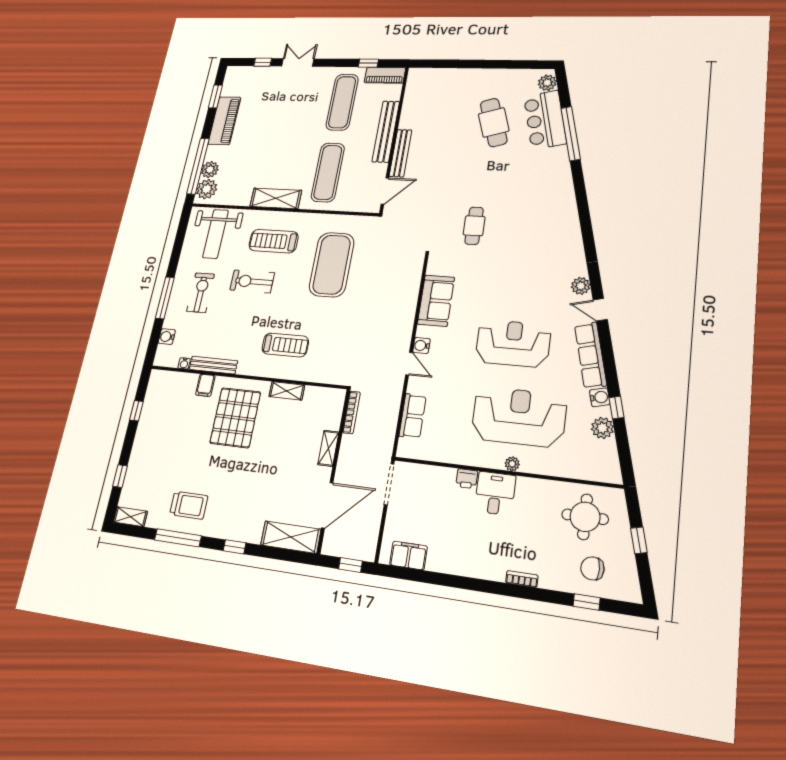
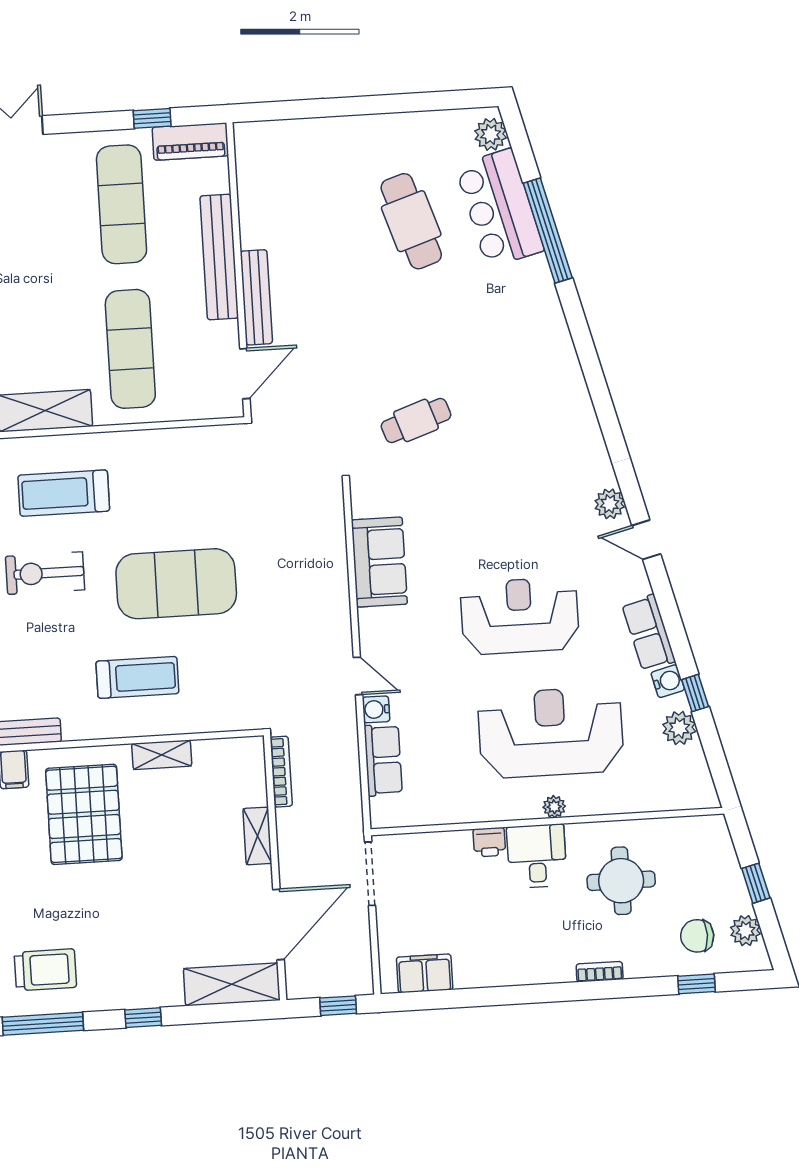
cafe table: (474, 226) -> (416, 420), turned 71
exercise mat: (332, 265) -> (176, 584), moved, turned 90
water cooler: (421, 346) -> (376, 709), moved
row of seats: (591, 355) -> (649, 633), width x0.68
round table: (585, 517) -> (621, 881), moved
plant: (627, 572) -> (745, 931), added

